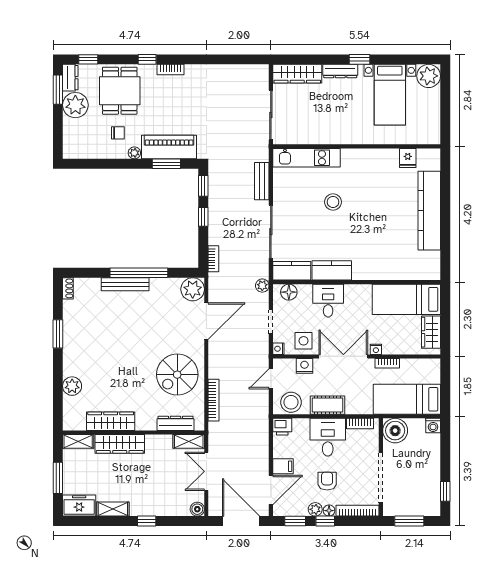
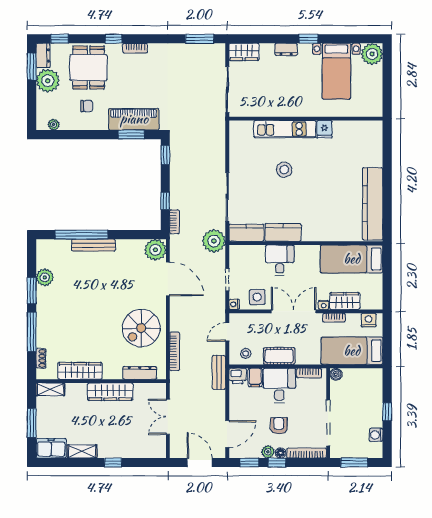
window: (241, 59) -> (200, 39), added
dresser: (340, 71) -> (286, 49), width x0.70
wardrobe: (297, 74) -> (244, 52), width x0.67
plant: (134, 153) -> (54, 125), moved
kitchen unit: (306, 158) -> (285, 129), moved
fridge: (408, 158) -> (324, 129), moved
bench: (262, 181) -> (219, 372), moved
kitchen counter: (429, 211) -> (373, 204), moved
window: (203, 217) -> (165, 201), moved
window: (139, 273) -> (82, 235), moved
plant: (262, 286) -> (214, 241), width x1.88, depth x1.88
shoe rack: (68, 288) -> (41, 358), moved
floor lamp: (289, 292) -> (244, 252), removed
door: (206, 321) -> (168, 279), hinge flipped
wardrobe: (431, 332) -> (345, 301), moved, turned 90
nightstand: (304, 366) -> (369, 320), moved
window: (58, 379) -> (32, 332), added
plant: (72, 386) -> (45, 277), moved
stool: (291, 402) -> (246, 353), width x0.53, depth x0.53
washing machine: (433, 426) -> (376, 435), moved, turned 90
boiler: (395, 431) -> (336, 374), width x0.54, depth x0.54
shelving: (189, 441) -> (152, 389), removed
wardrobe: (120, 444) -> (110, 392), moved
filing cabinet: (283, 466) -> (255, 377), moved, turned 90
window: (445, 491) -> (387, 412), moved
boiler: (197, 509) -> (160, 452), removed
door: (241, 521) -> (200, 463), width x0.73

